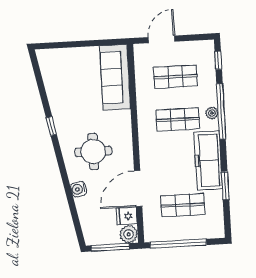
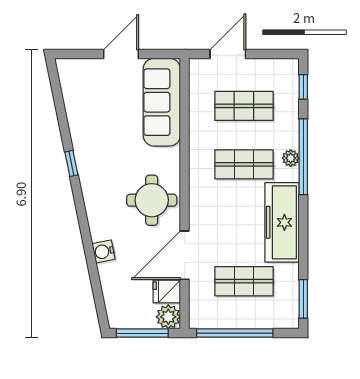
door: (83, 44) -> (121, 54), added
round table: (93, 151) -> (152, 200), moved
window: (225, 186) -> (303, 299), moved

